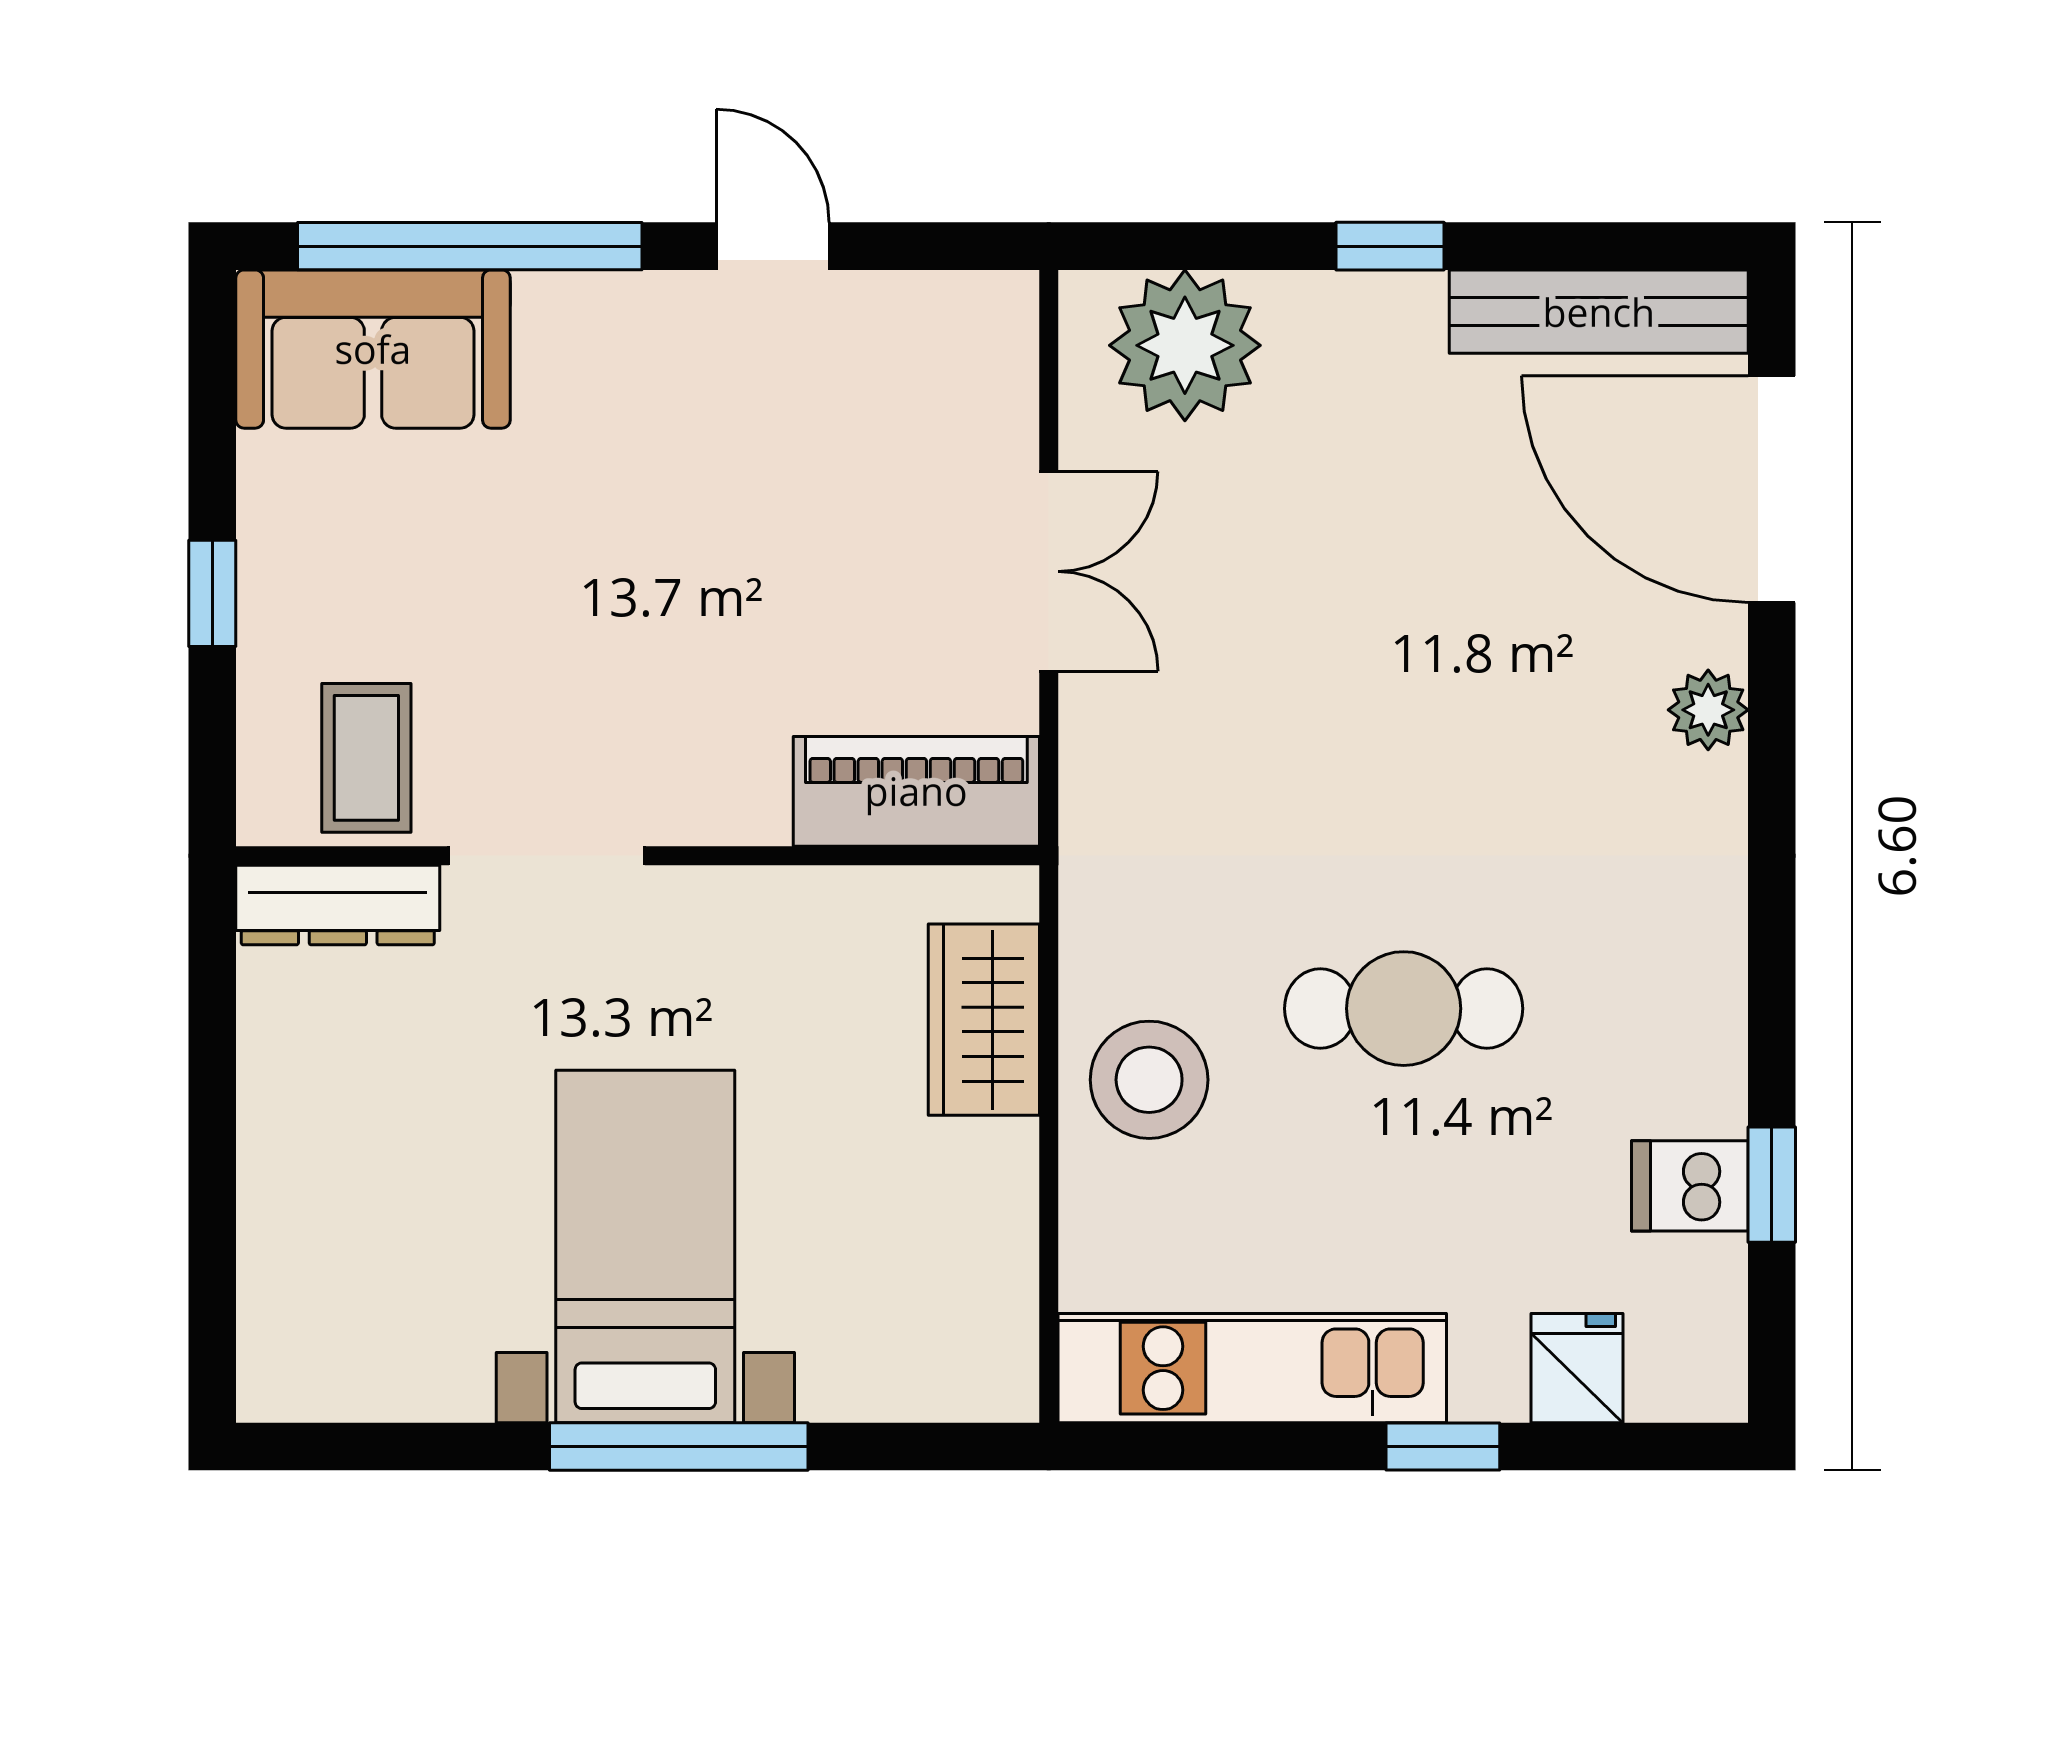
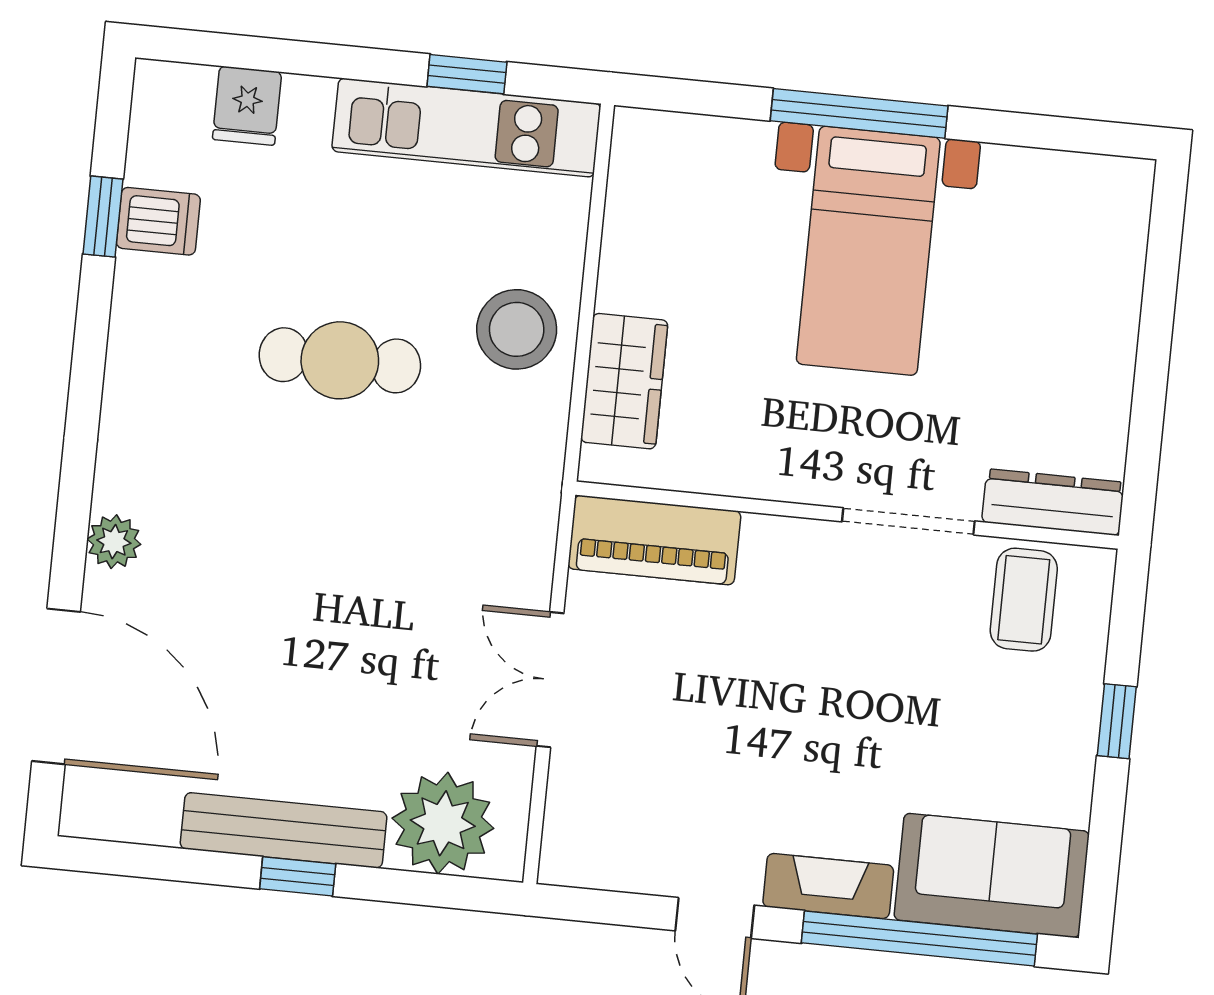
fireplace: (611, 310) -> (828, 886), added
bench: (1599, 312) -> (284, 830), moved
window: (1443, 1446) -> (467, 74), moved

